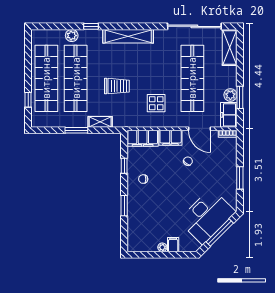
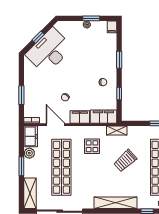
trolley: (117, 86) -> (125, 161), turned -42
window: (240, 97) -> (21, 166), moved
shelving: (100, 122) -> (117, 130), moved
window: (240, 178) -> (21, 95), moved
window: (220, 232) -> (38, 37), width x0.46
filing cabinet: (173, 245) -> (112, 27), moved
window: (157, 255) -> (91, 18), added

